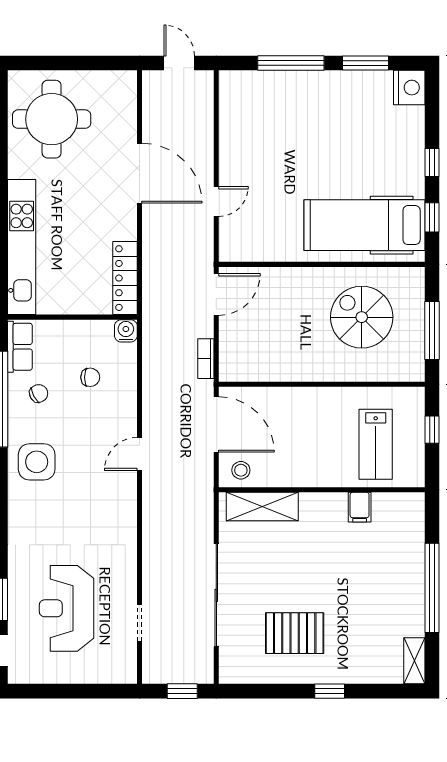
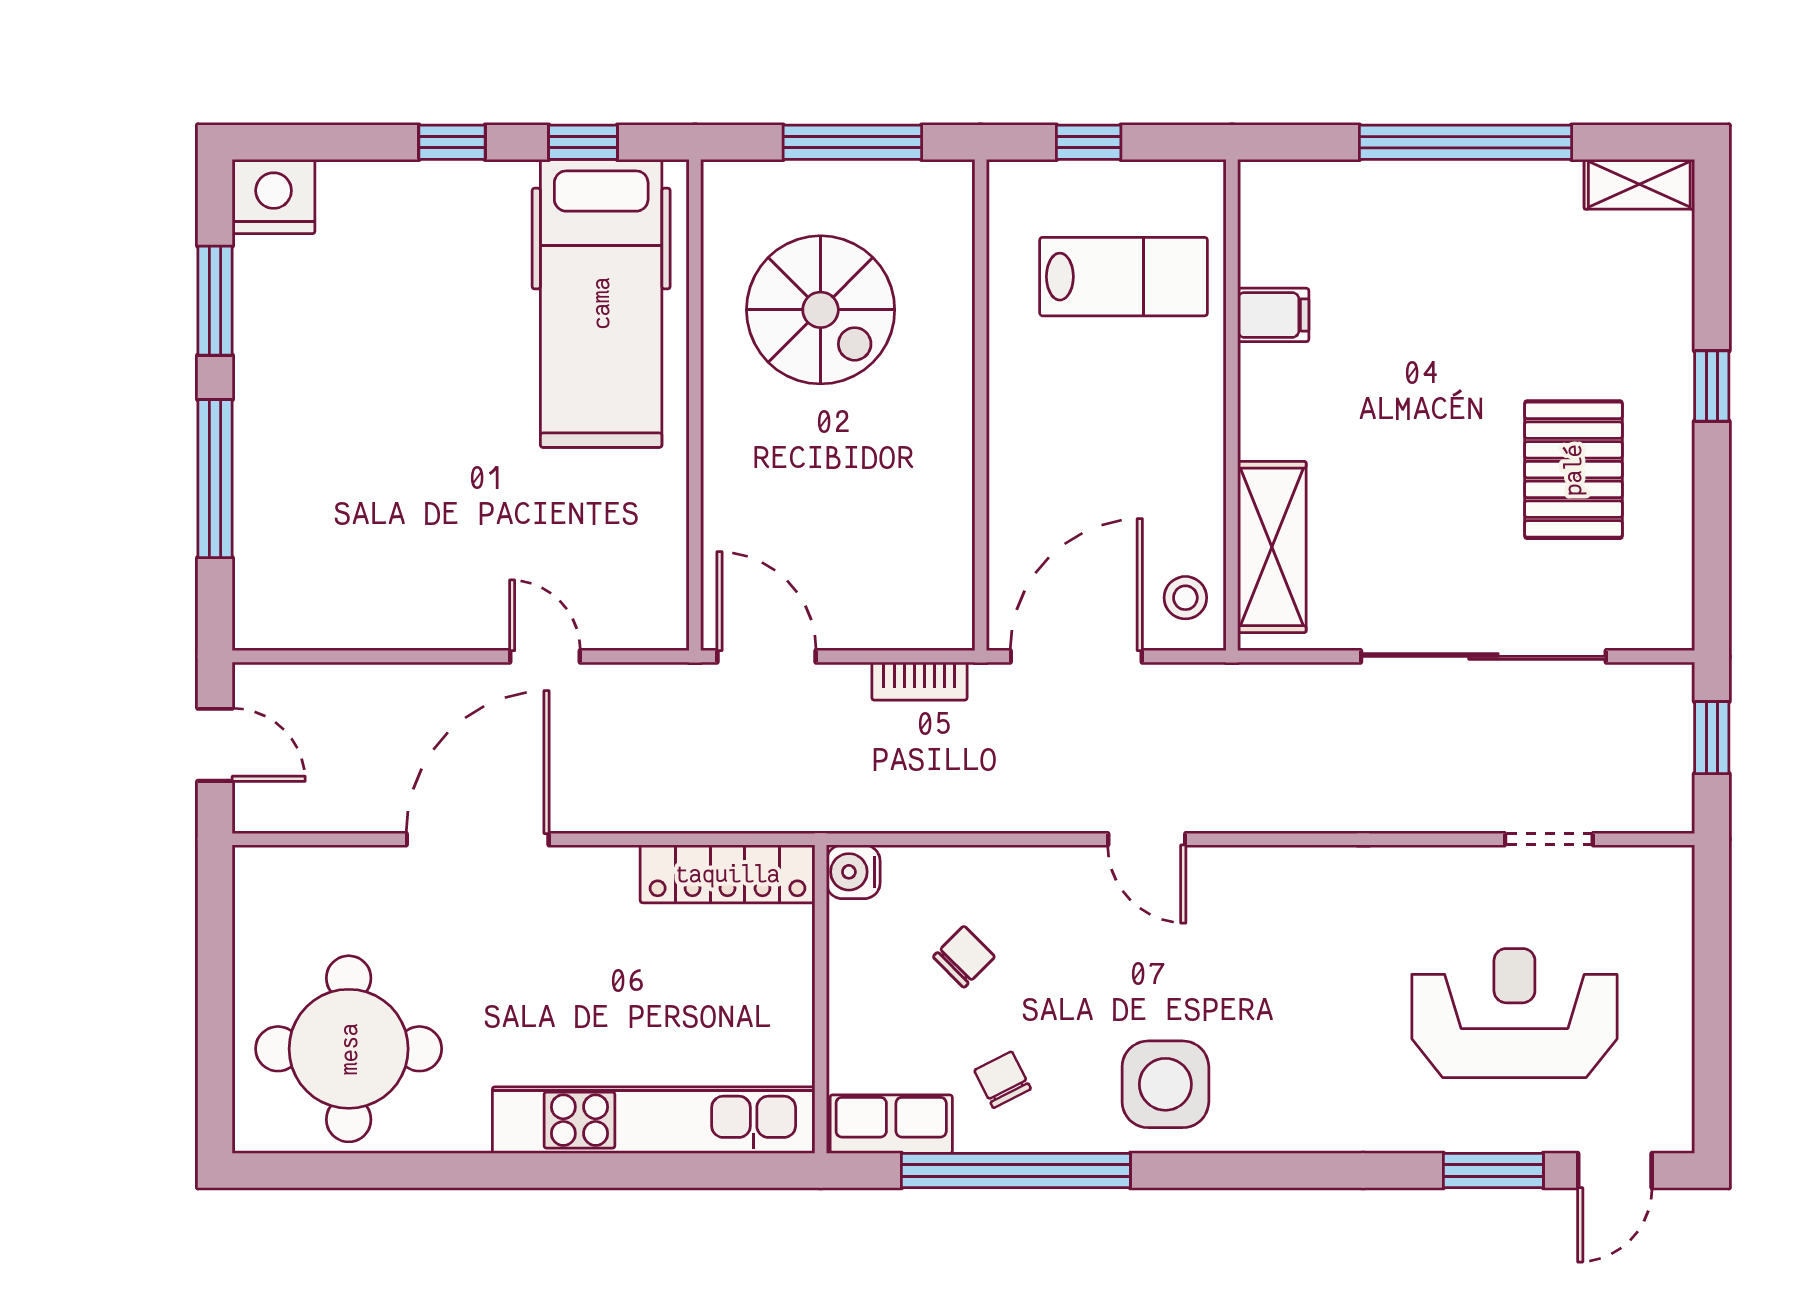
door: (179, 63) -> (215, 745), swing flipped
spiral stairs: (362, 317) -> (821, 310), turned -90
chair: (90, 377) -> (964, 957), turned 45
reception desk: (67, 608) -> (1514, 1013), turned 180

